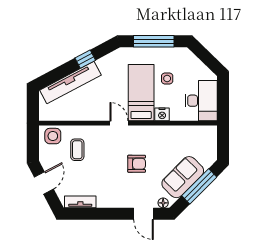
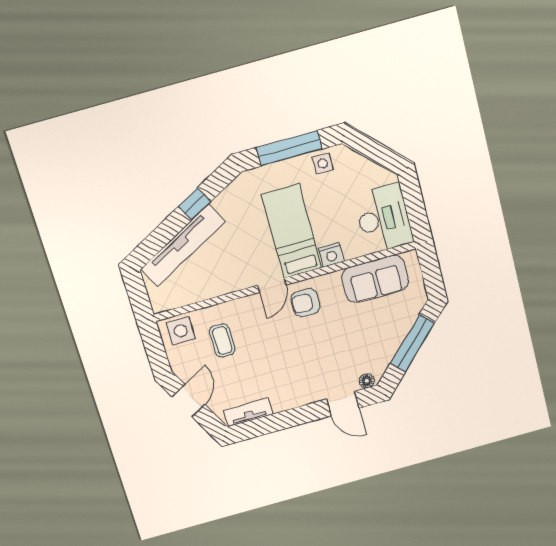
side table: (167, 78) -> (323, 163), moved
door: (119, 123) -> (272, 285), swing flipped
armchair: (137, 164) -> (305, 303), moved, turned 180
sofa: (183, 177) -> (375, 279), moved, turned -135

